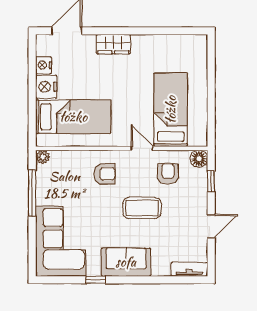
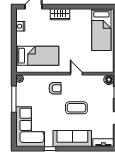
nightstand: (46, 87) -> (22, 39), removed
bed: (171, 110) -> (101, 30), moved, turned 180
armchair: (168, 174) -> (91, 88), removed
sofa: (126, 262) -> (72, 139), width x1.36

